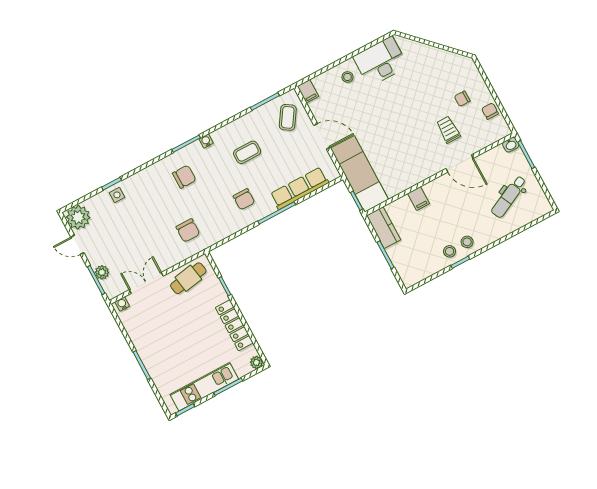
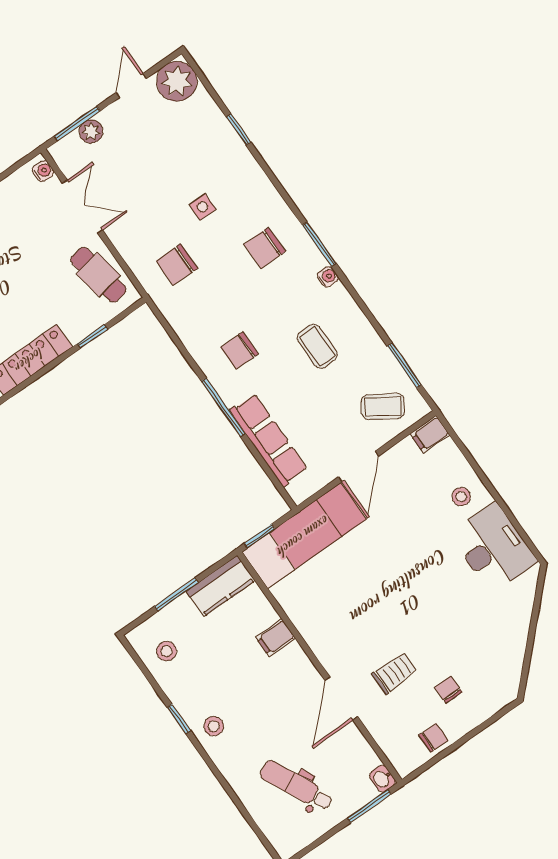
chair: (184, 177) -> (265, 248), turned 90
side table: (117, 195) -> (203, 207), moved
stool: (450, 251) -> (167, 651), moved

